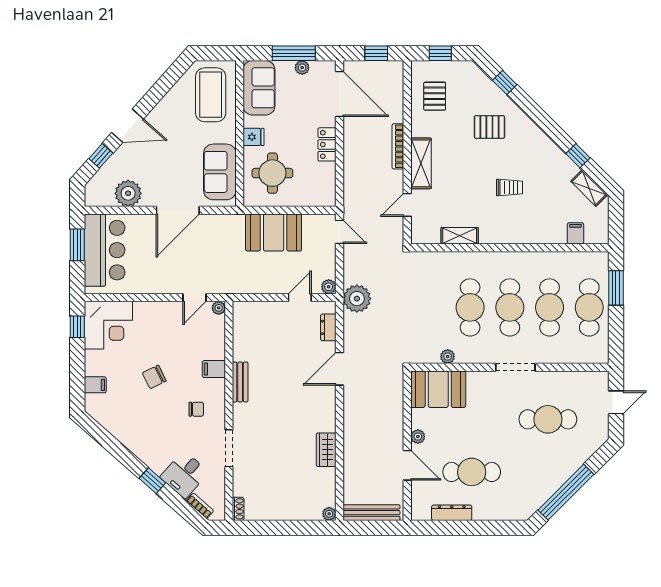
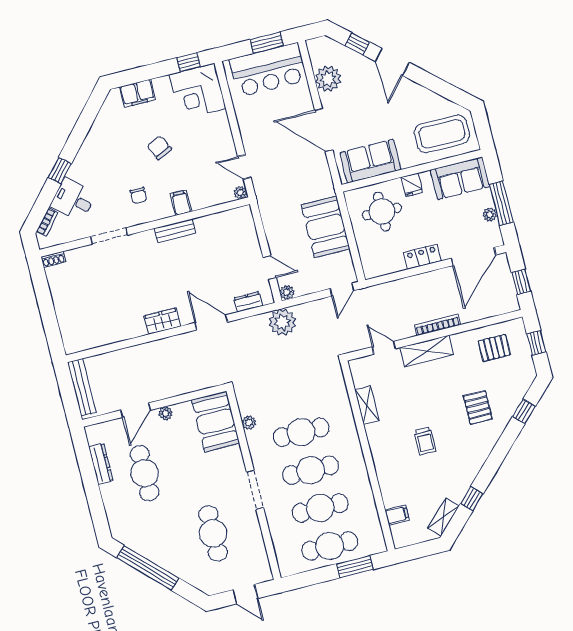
filing cabinet: (95, 385) -> (137, 93), width x2.00
wardrobe: (326, 450) -> (162, 321), moved
plant: (329, 514) -> (70, 347), removed

